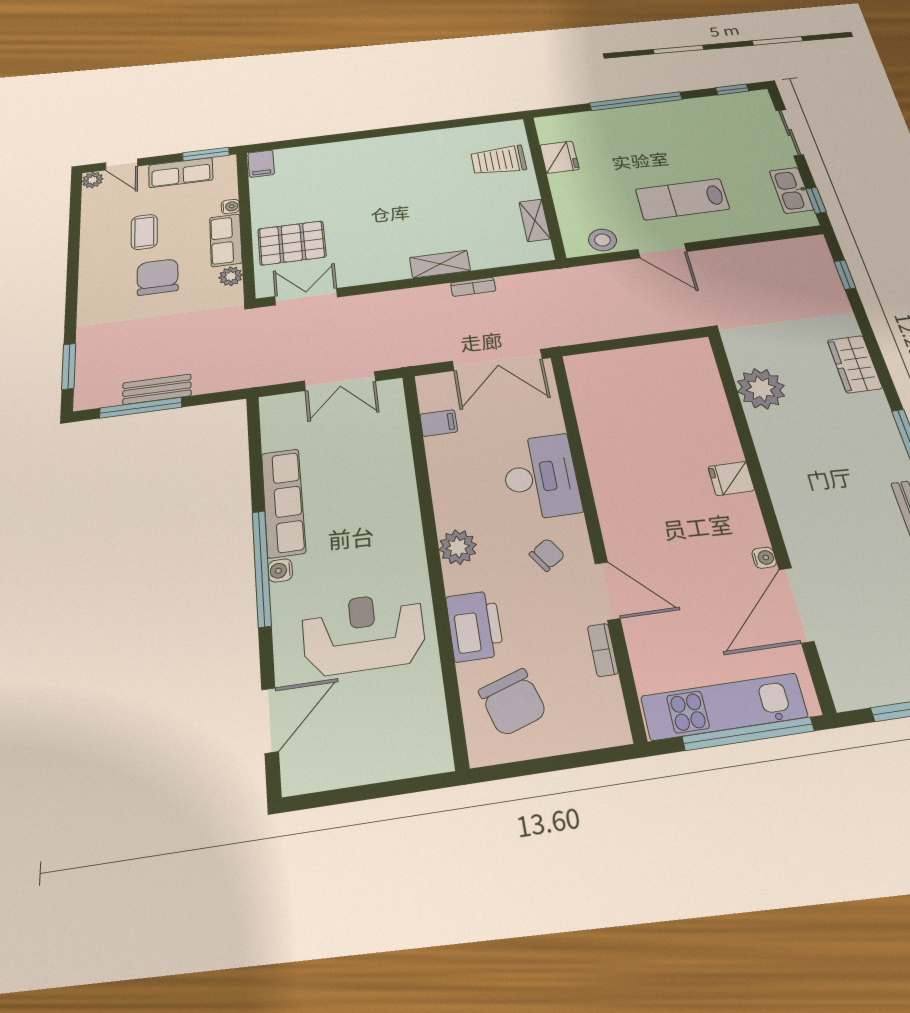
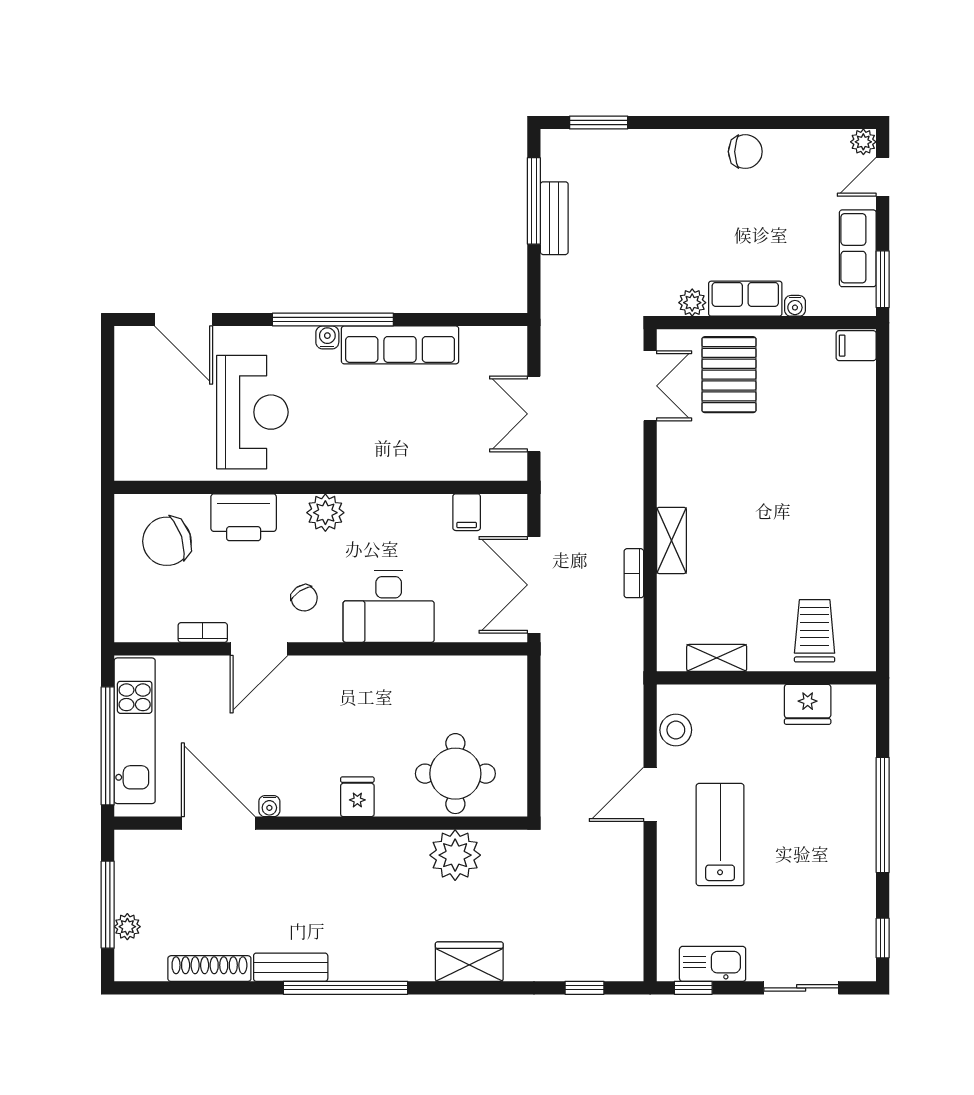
coffee table: (144, 232) -> (773, 204), removed
chair: (158, 277) -> (745, 152), moved, width x0.73, depth x0.73
round table: (686, 399) -> (455, 774), added

